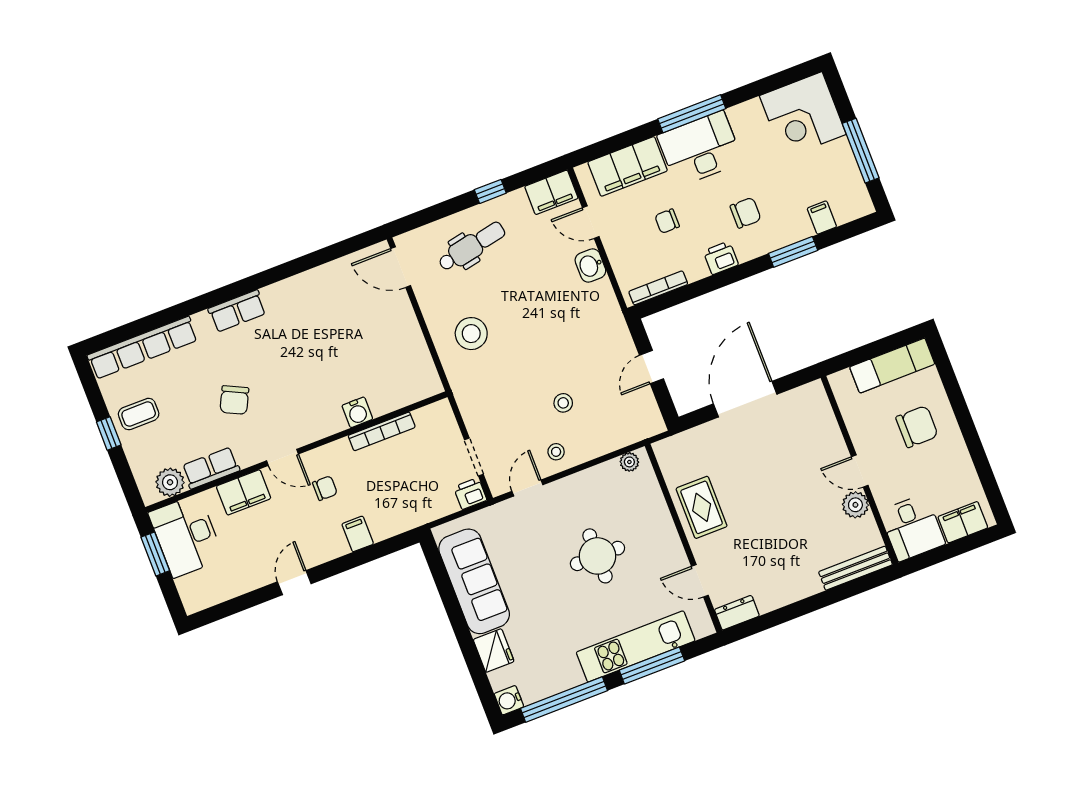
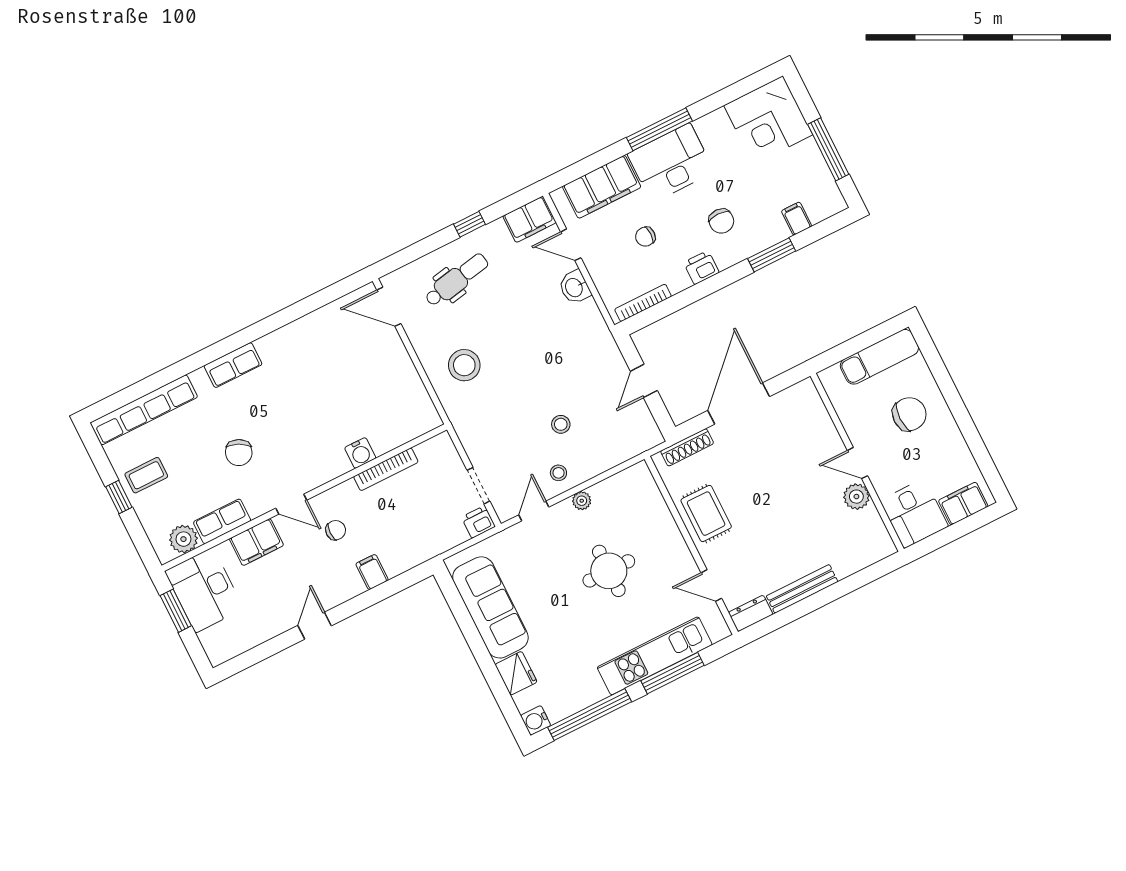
chair: (746, 213) -> (721, 221), turned 90
shoe rack: (689, 438) -> (687, 447), added
plant: (629, 462) -> (582, 501), moved
bench: (856, 568) -> (802, 589), moved

